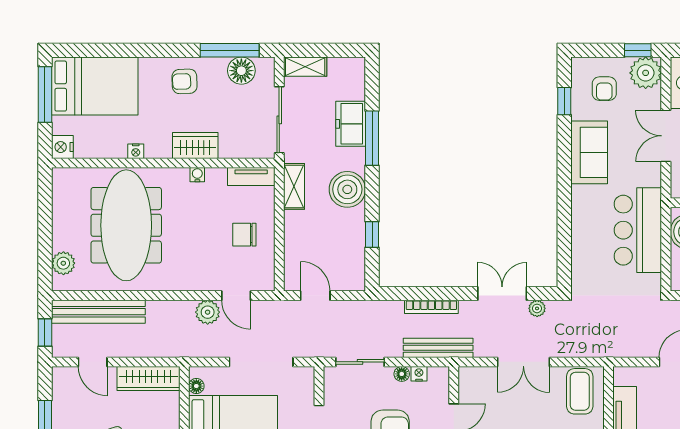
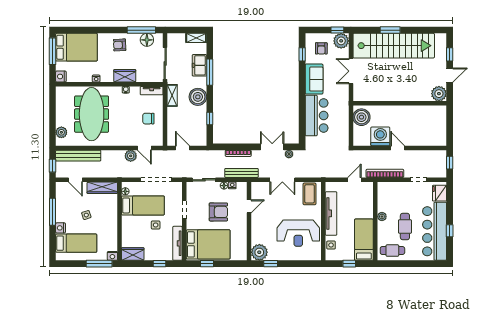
shelving: (305, 67) -> (196, 38), moved
bar counter: (638, 230) -> (317, 115), moved, turned 180

